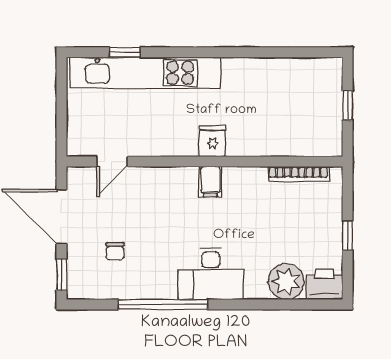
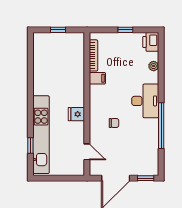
fridge: (212, 141) -> (76, 114), moved
filing cabinet: (210, 182) -> (97, 78), moved
chair: (115, 251) -> (114, 123), moved
plant: (286, 282) -> (154, 66), width x0.53, depth x0.53

